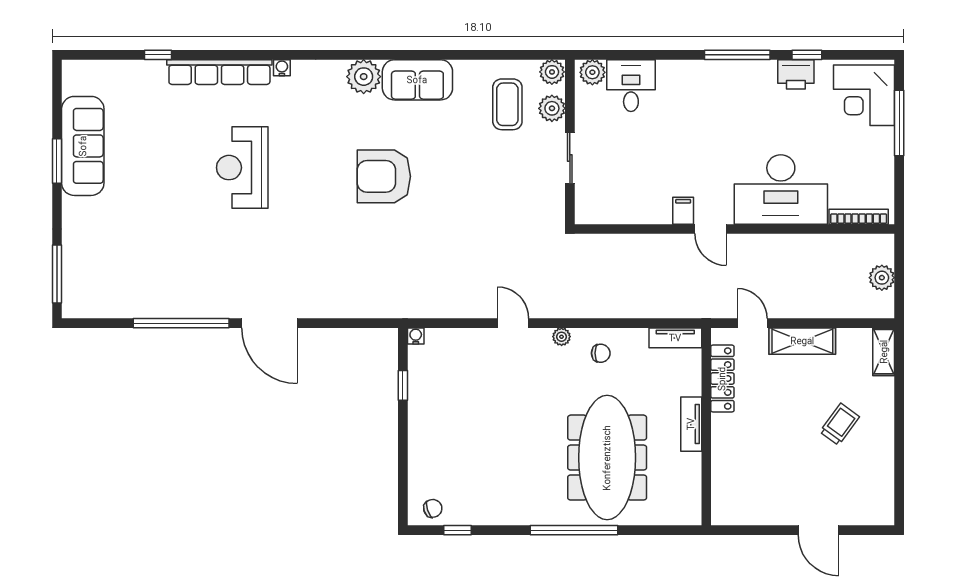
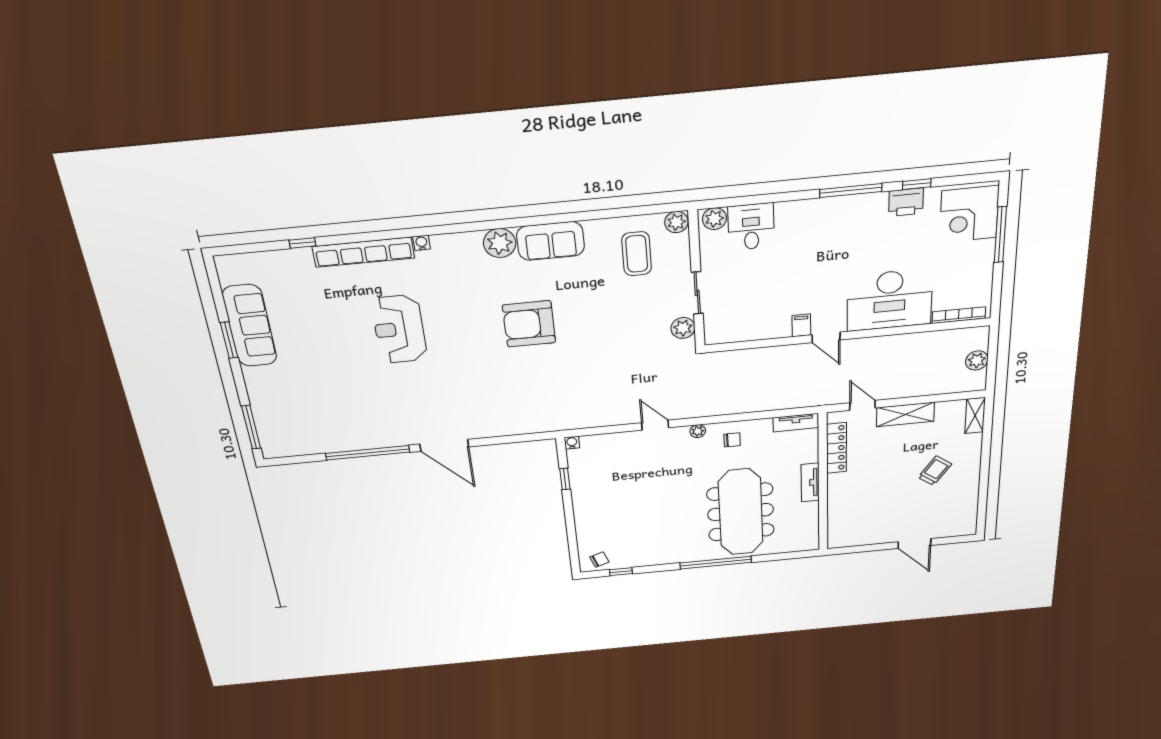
plant: (552, 108) -> (683, 328), moved

